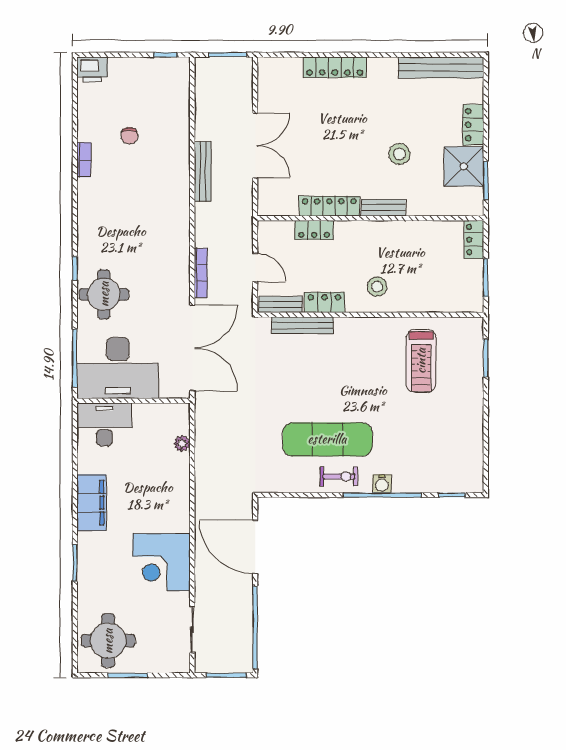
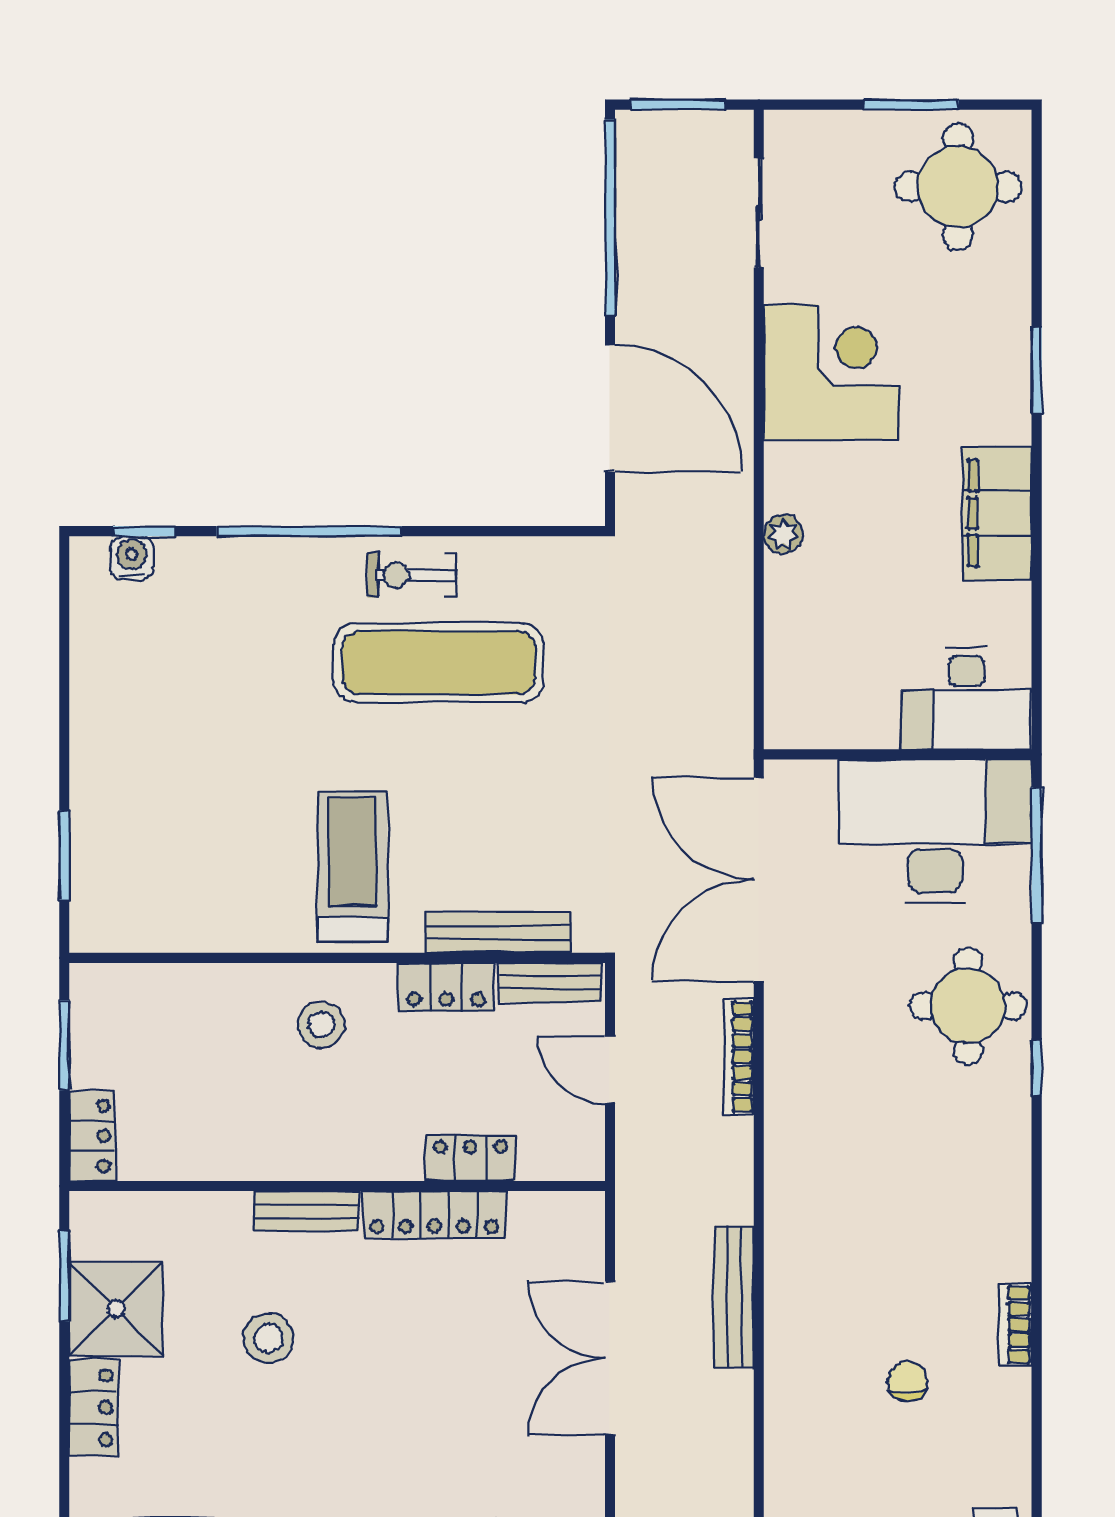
treadmill: (421, 361) -> (353, 867), moved
plant: (182, 443) -> (783, 534), moved
water cooler: (382, 484) -> (132, 558), moved

